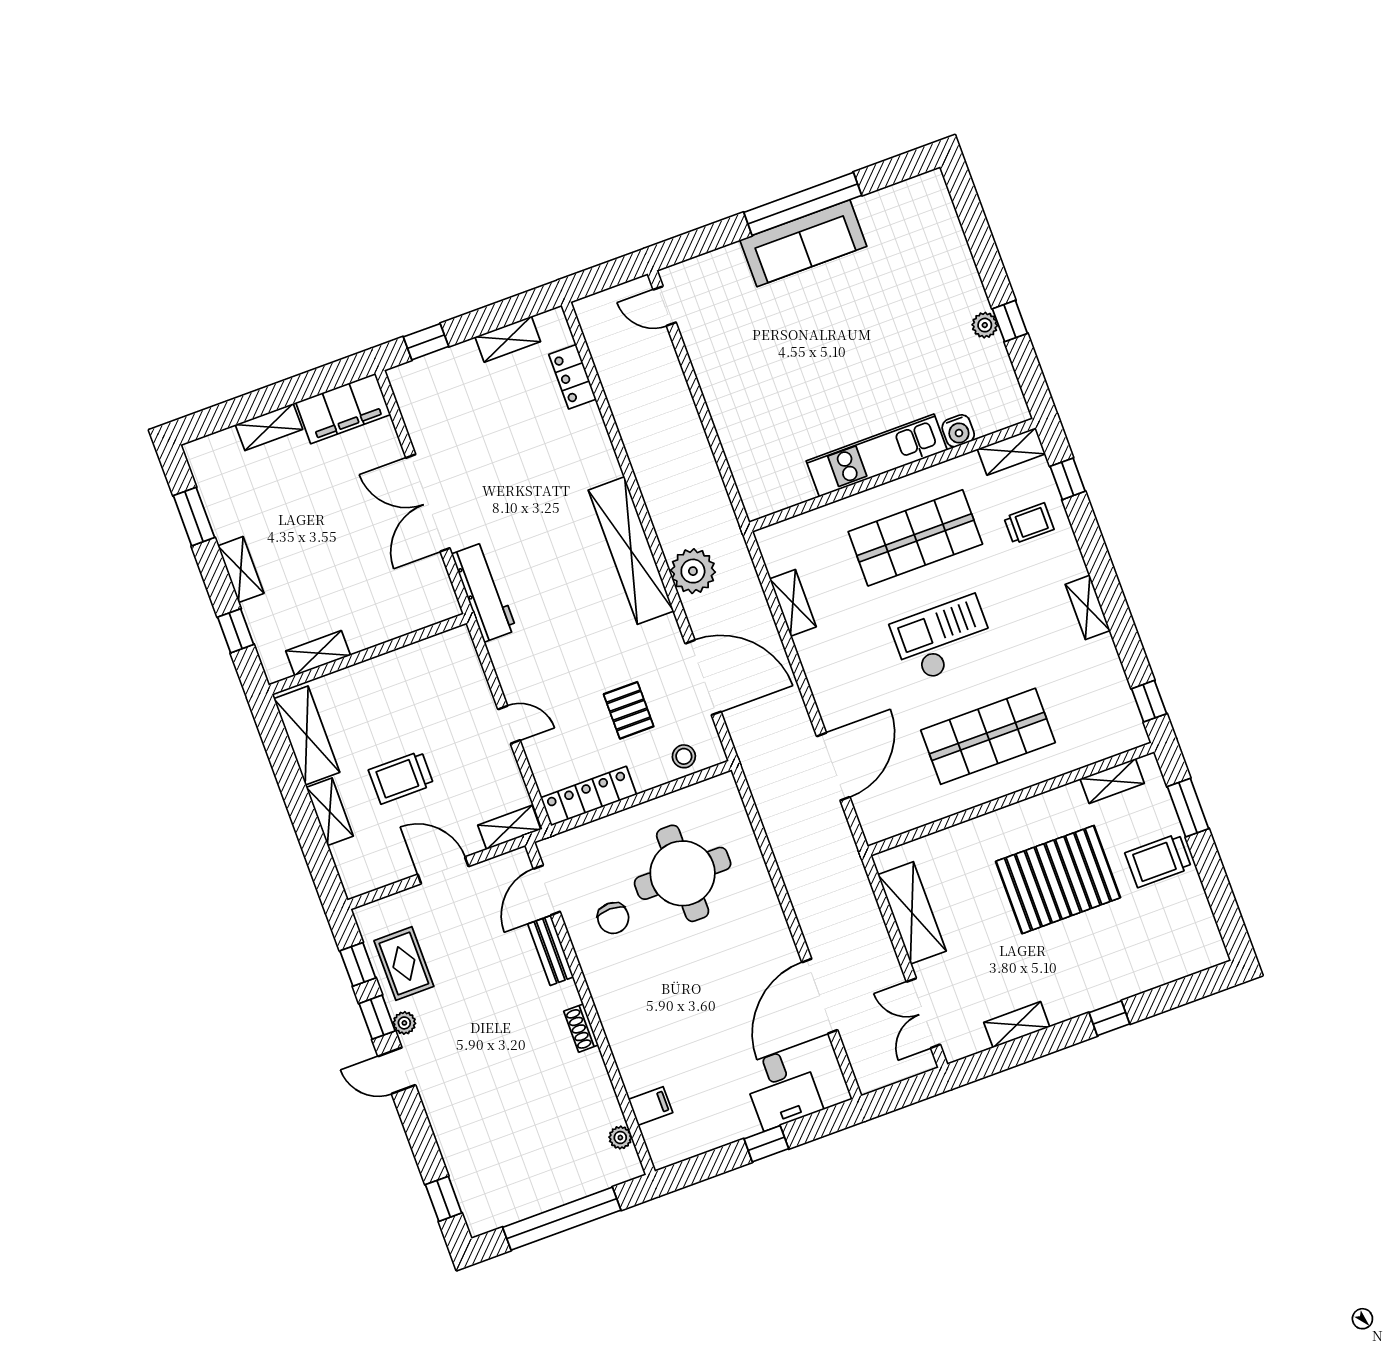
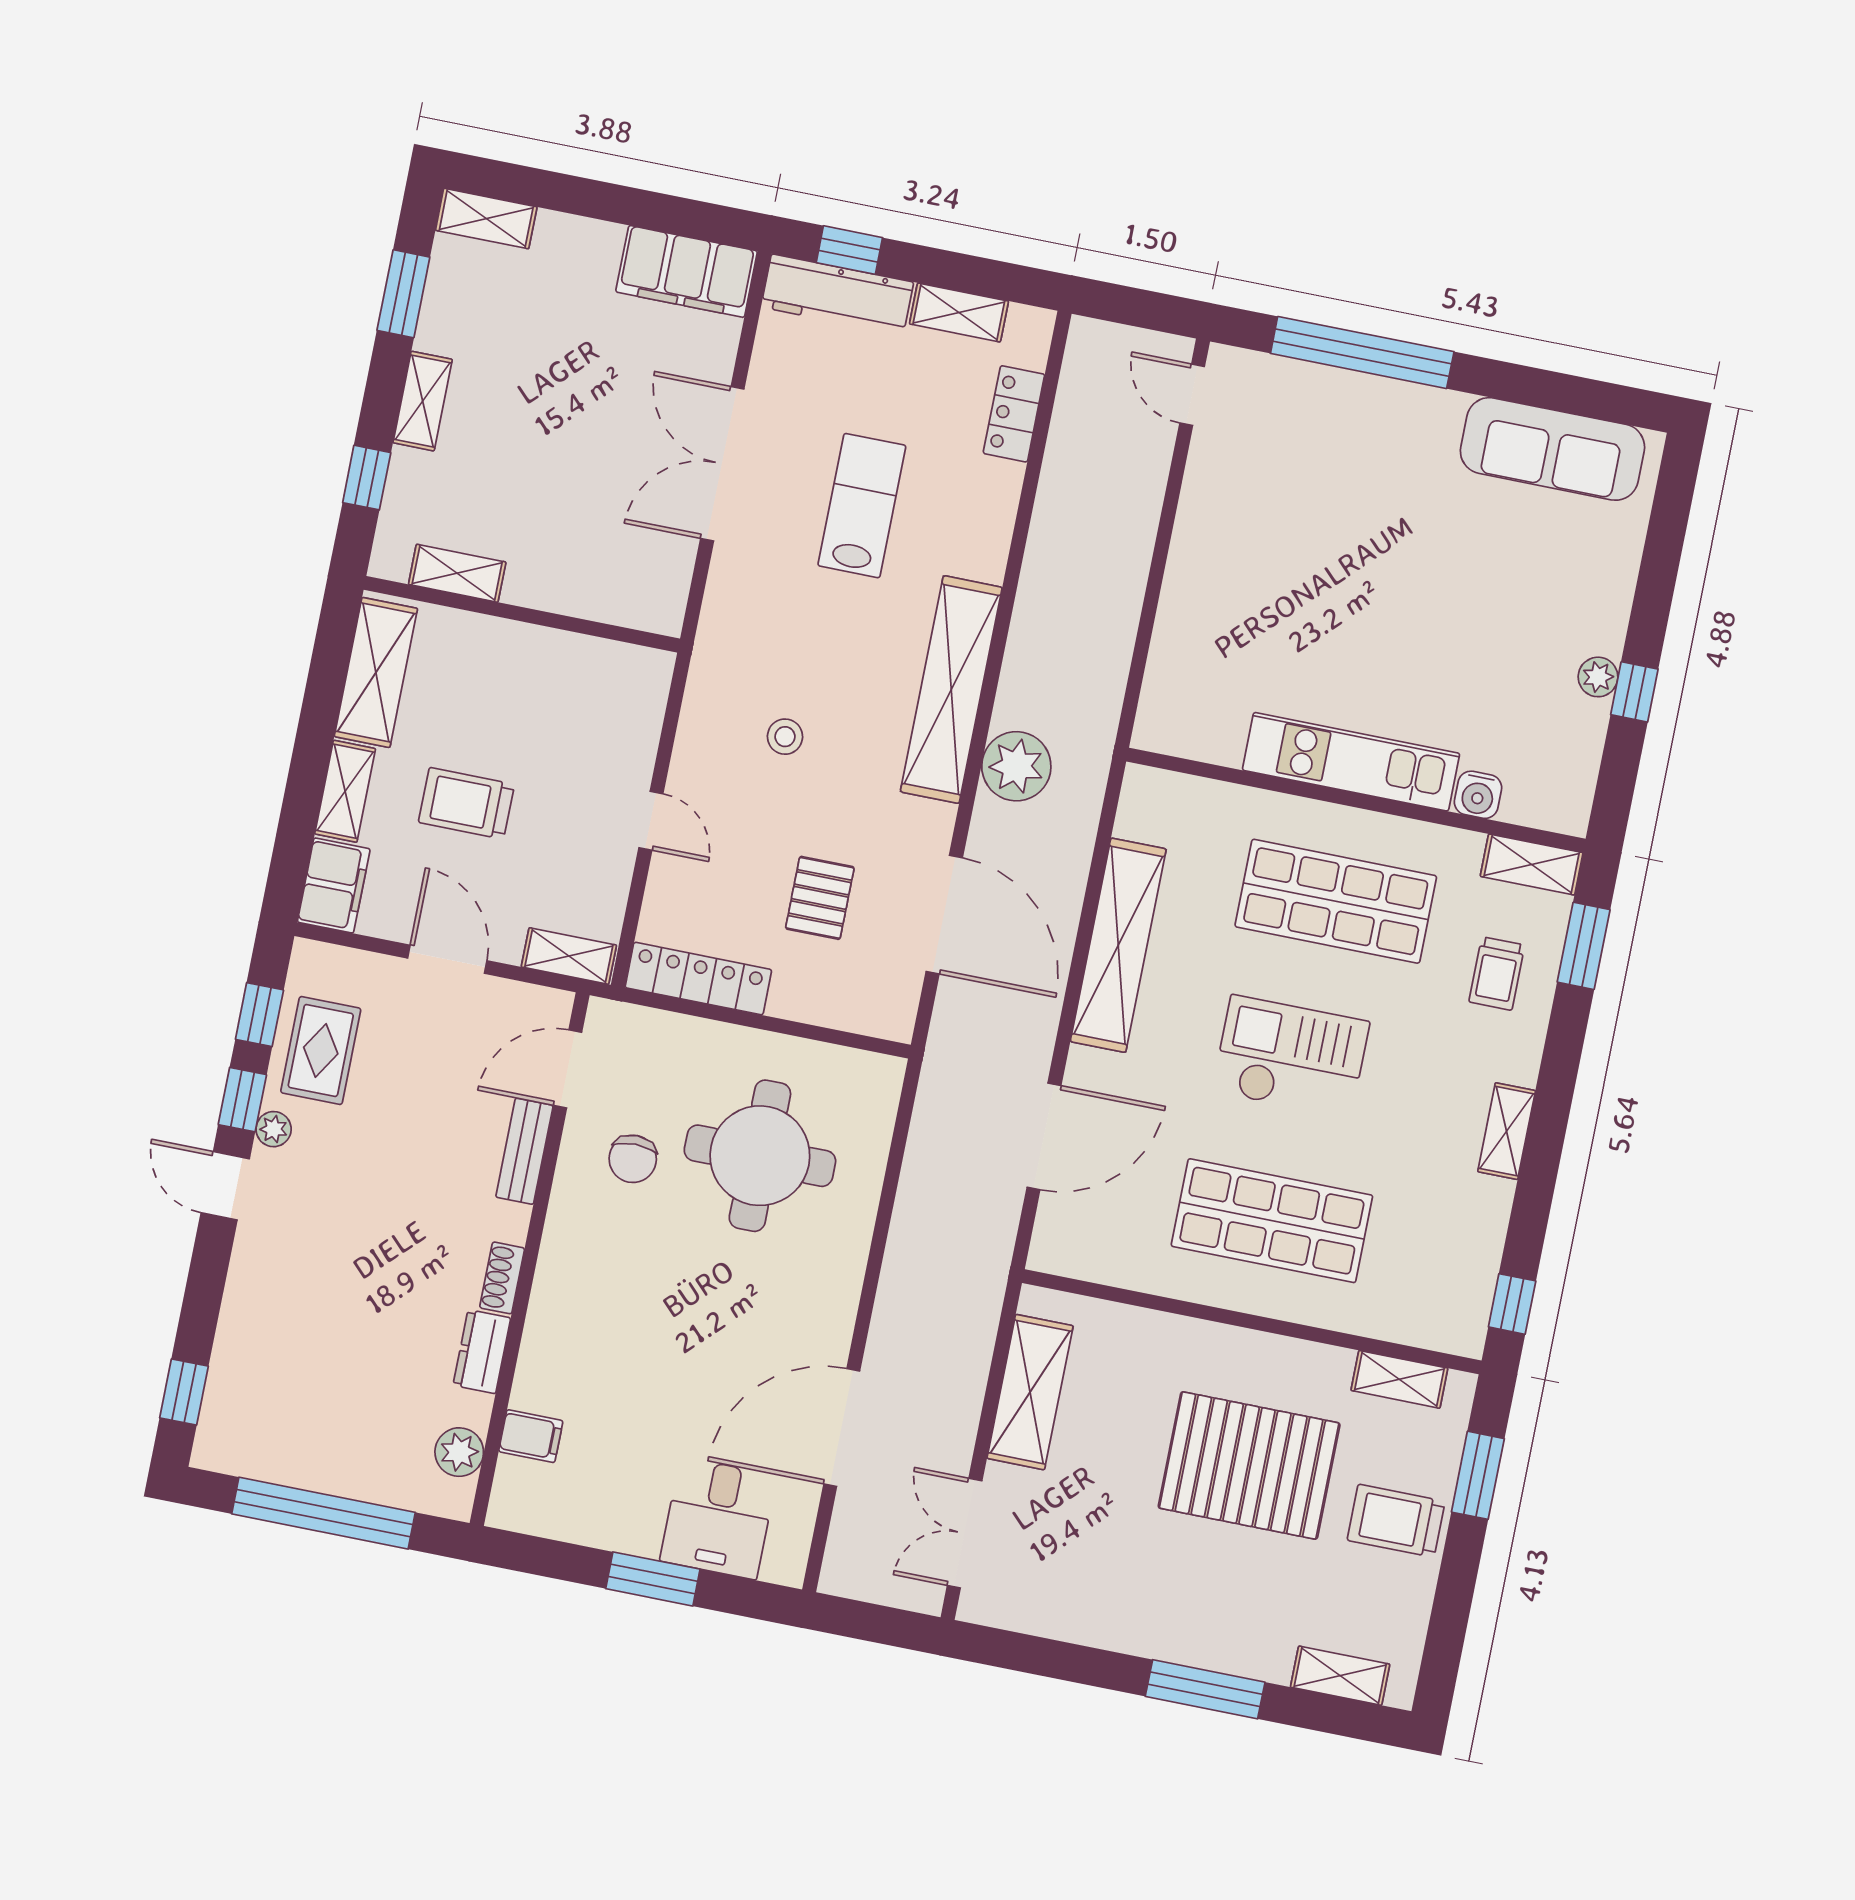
window: (803, 204) -> (1362, 353), moved
sofa: (803, 243) -> (1552, 449), moved
shelving: (269, 427) -> (486, 219), moved
lab bench: (519, 479) -> (862, 506), added
window: (1068, 479) -> (1584, 946), width x1.50
trolley: (1029, 523) -> (1497, 973), turned 90
workbench: (484, 592) -> (837, 295), moved, turned 90
shelving: (793, 603) -> (1118, 945), width x2.20, depth x1.33
stool: (684, 756) -> (785, 737), moved
filing cabinet: (355, 868) -> (334, 885), added
window: (1109, 1018) -> (1205, 1689), width x2.17
shelving: (1017, 1025) -> (1340, 1676), moved
dresser: (595, 1076) -> (482, 1352), added
plant: (620, 1138) -> (459, 1452), width x1.38, depth x1.38
window: (766, 1144) -> (653, 1579), width x1.50

